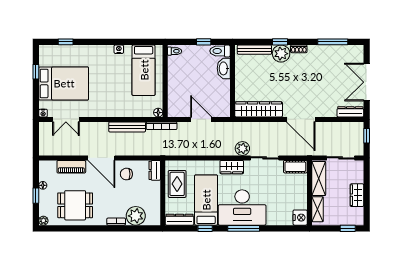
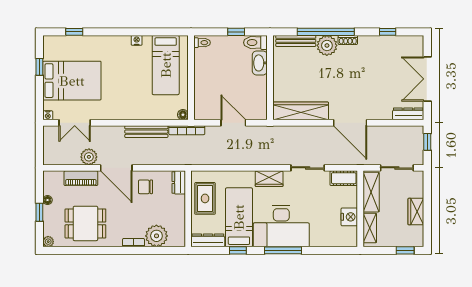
window: (280, 42) -> (326, 32), width x3.17
window: (333, 42) -> (388, 32), width x0.46
plant: (242, 148) -> (89, 157), moved
nightstand: (300, 218) -> (349, 217), moved

